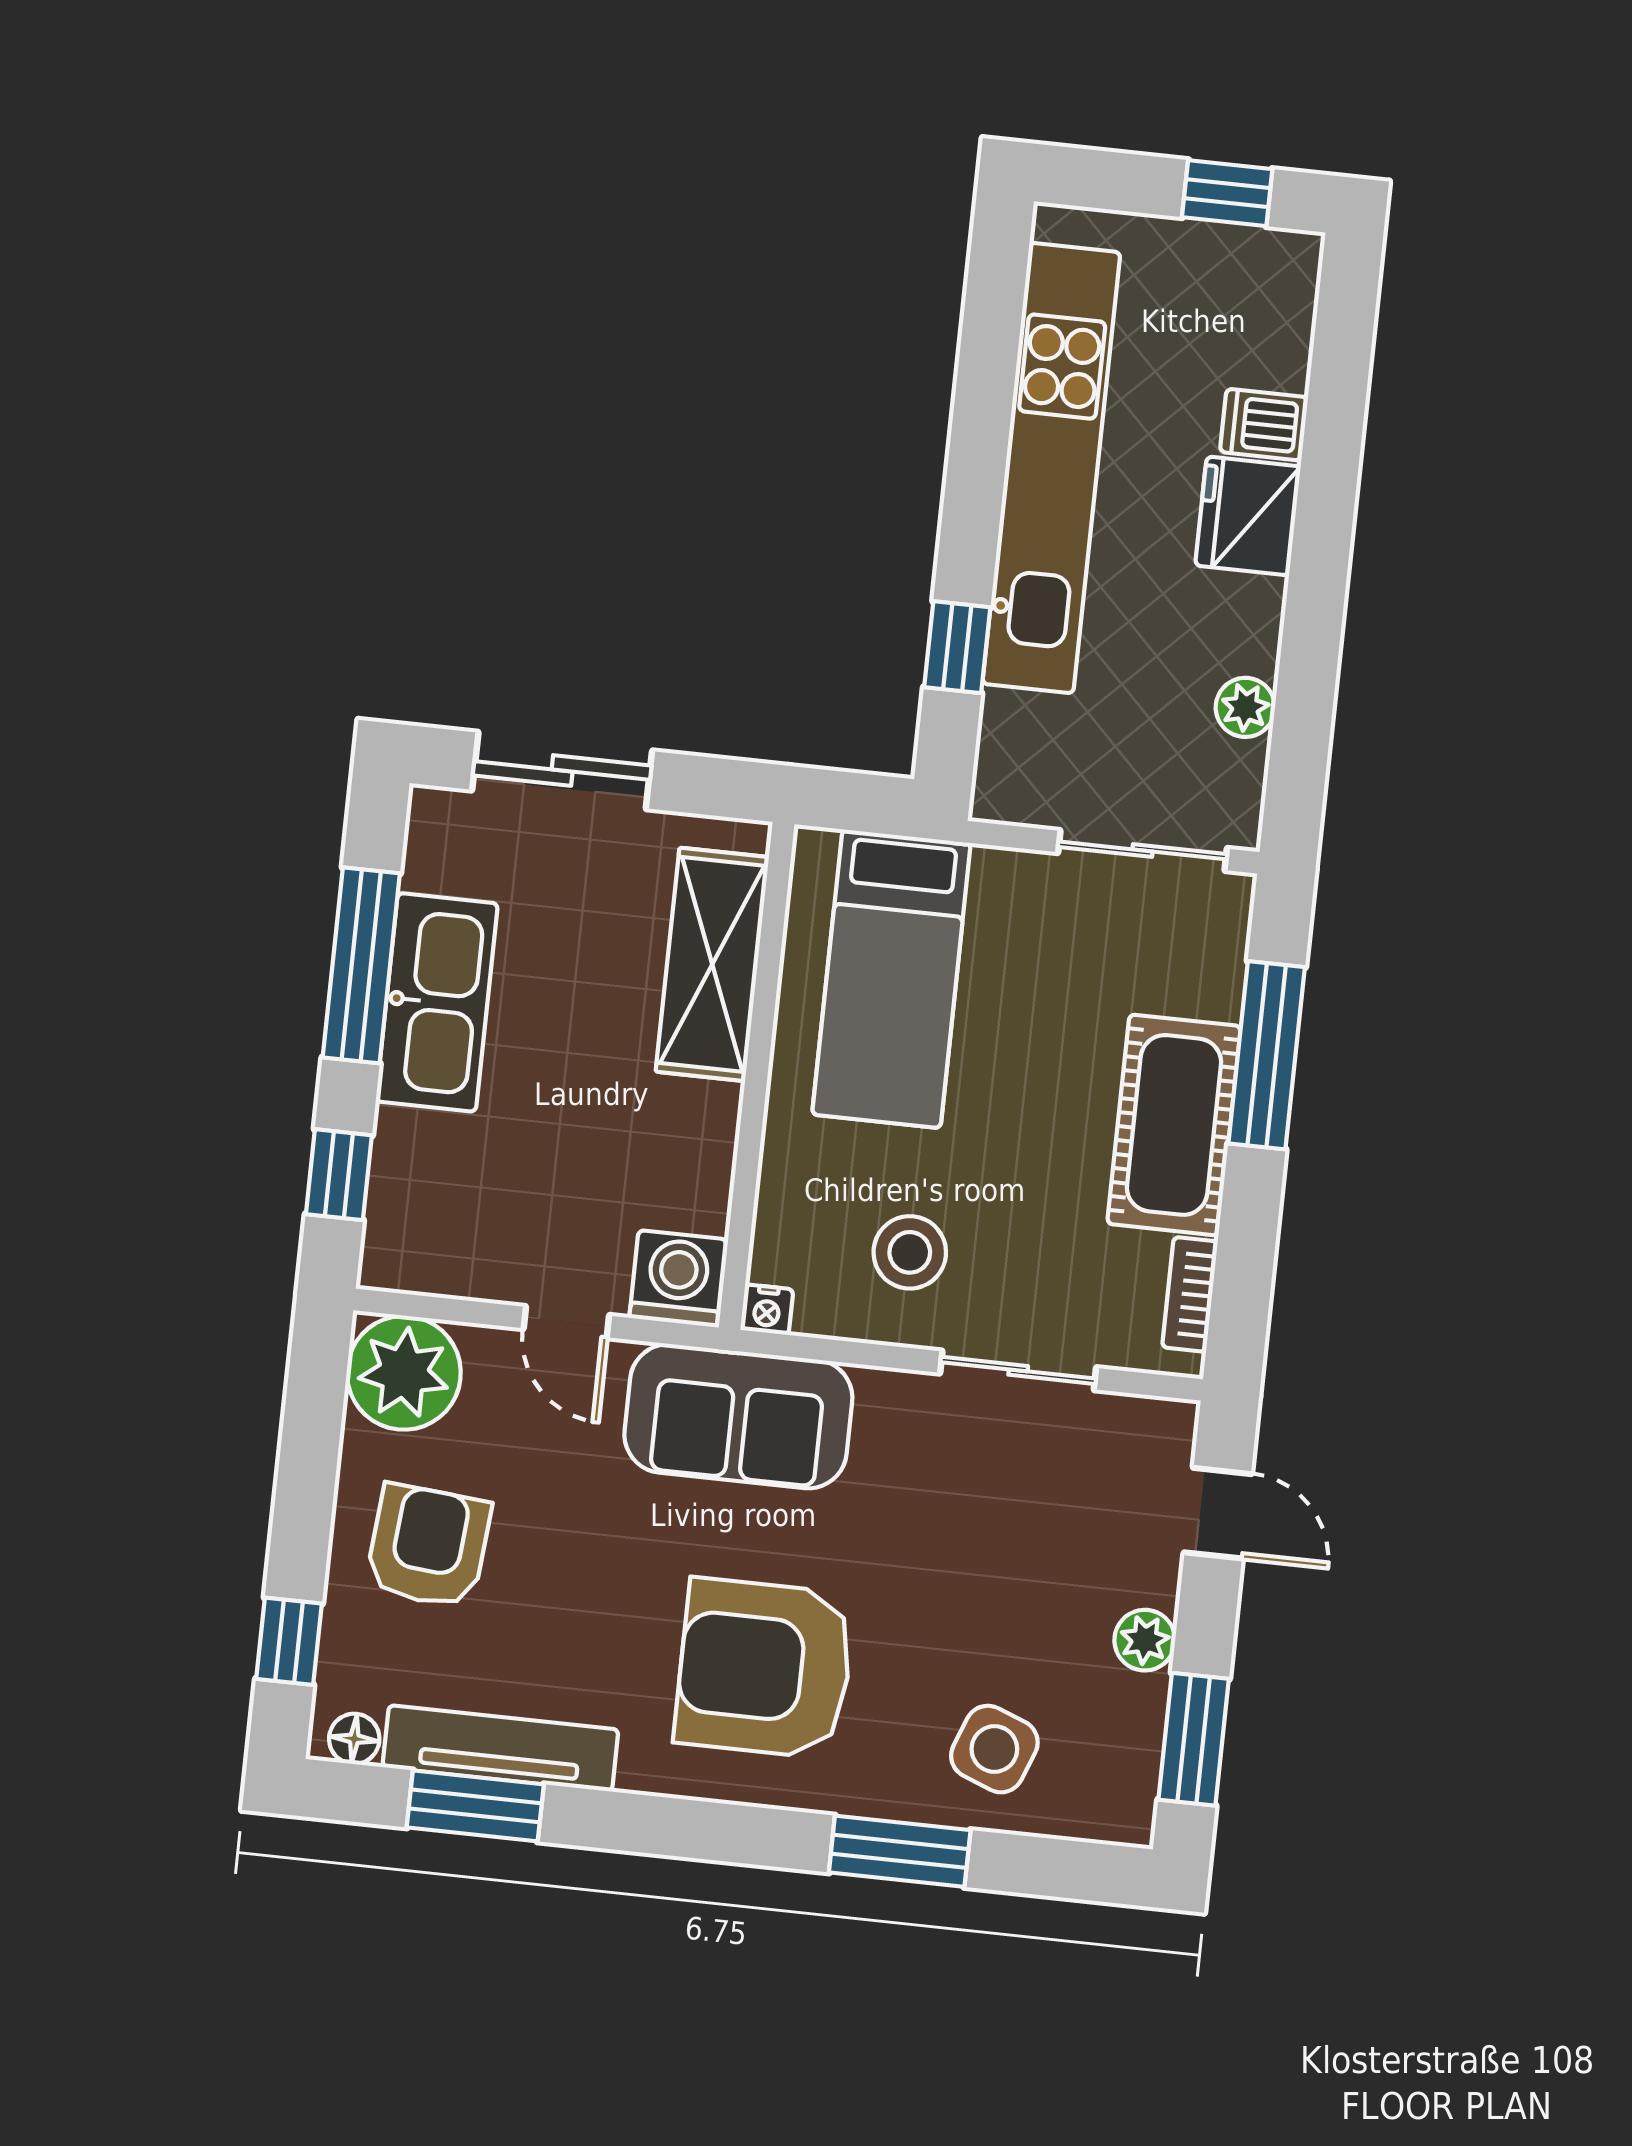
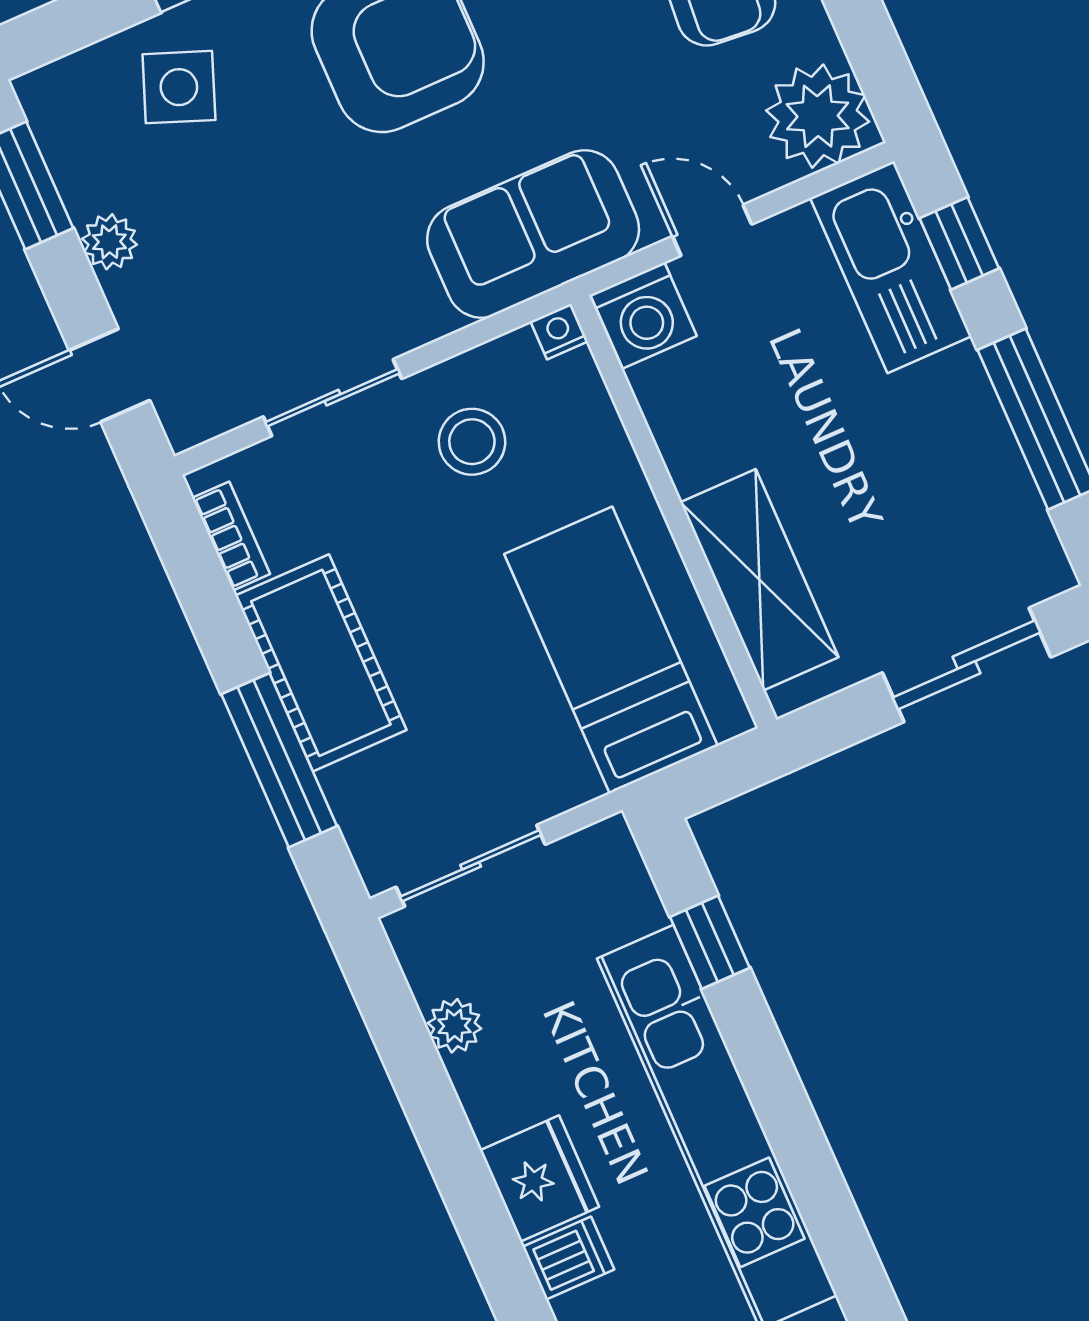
kitchen sink: (437, 1002) -> (891, 267), moved

